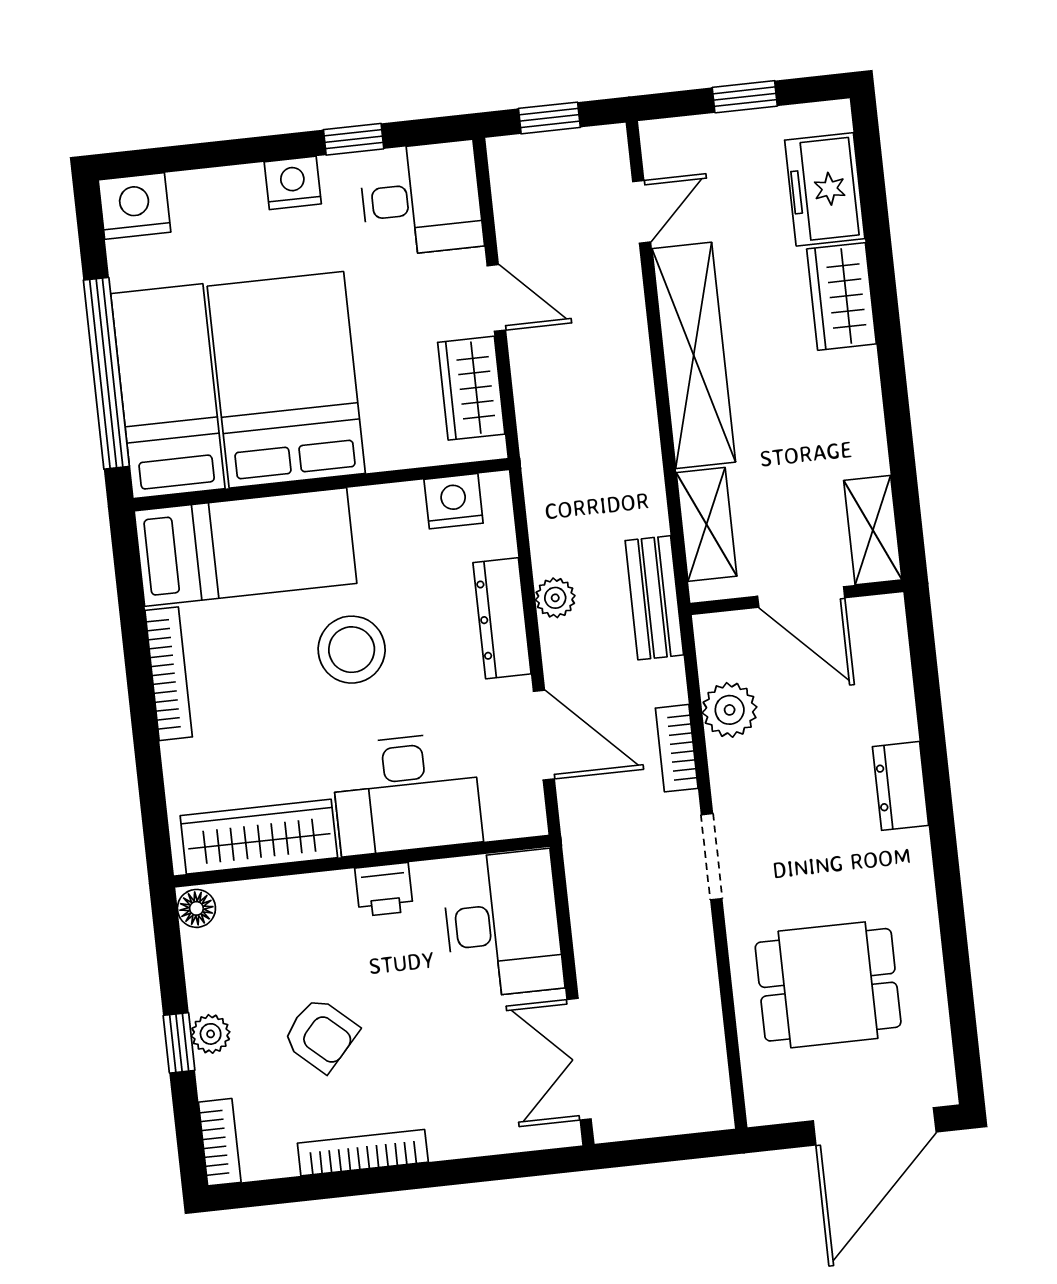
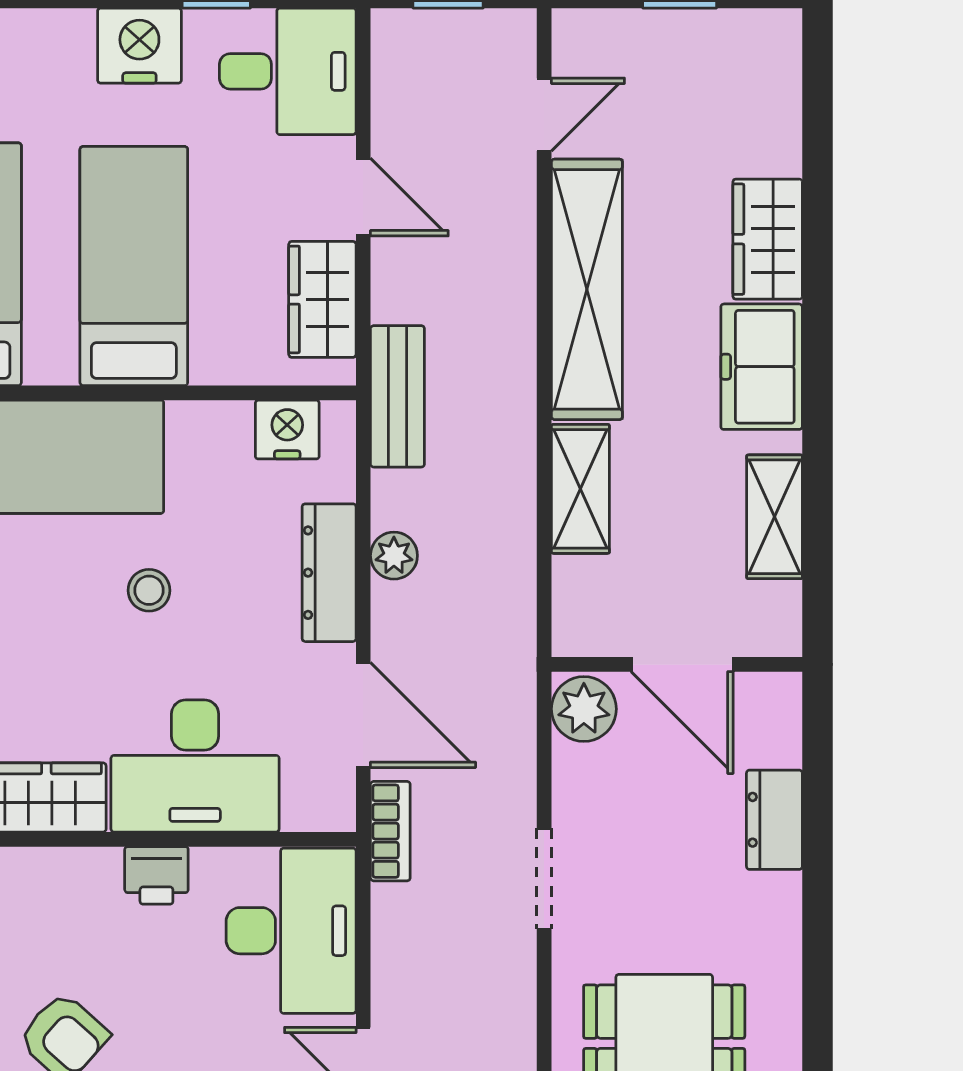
nightstand: (293, 183) -> (139, 46), width x1.36, depth x1.33
freezer: (825, 189) -> (762, 367), moved
bed: (286, 380) -> (134, 266), width x0.67
door: (801, 597) -> (682, 664), moved
bench: (654, 598) -> (397, 396), moved
wall: (797, 598) -> (677, 664), moved
stool: (352, 650) -> (149, 590), width x0.53, depth x0.53
bookcase: (677, 748) -> (390, 831), moved, turned 180

